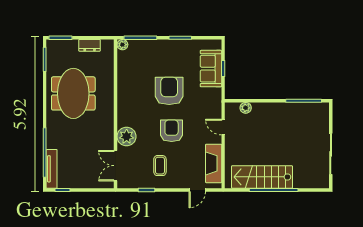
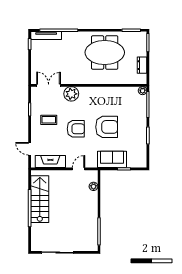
sofa: (211, 69) -> (112, 159), moved

